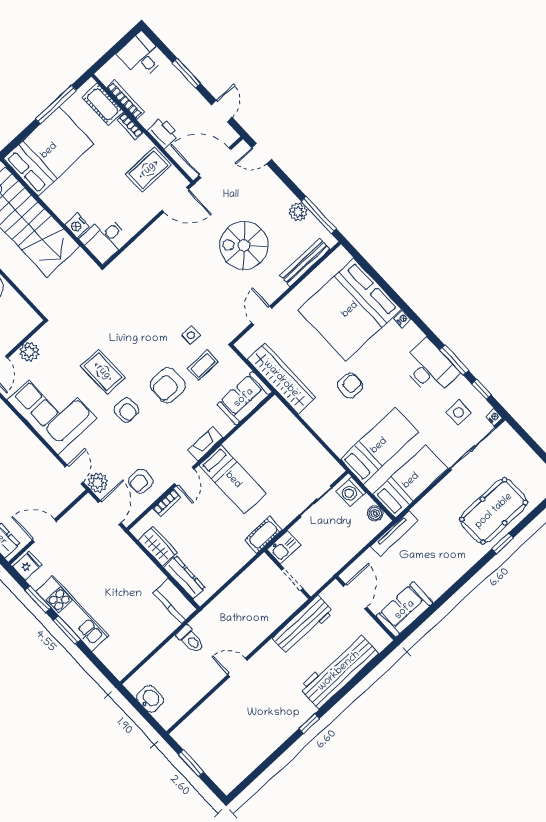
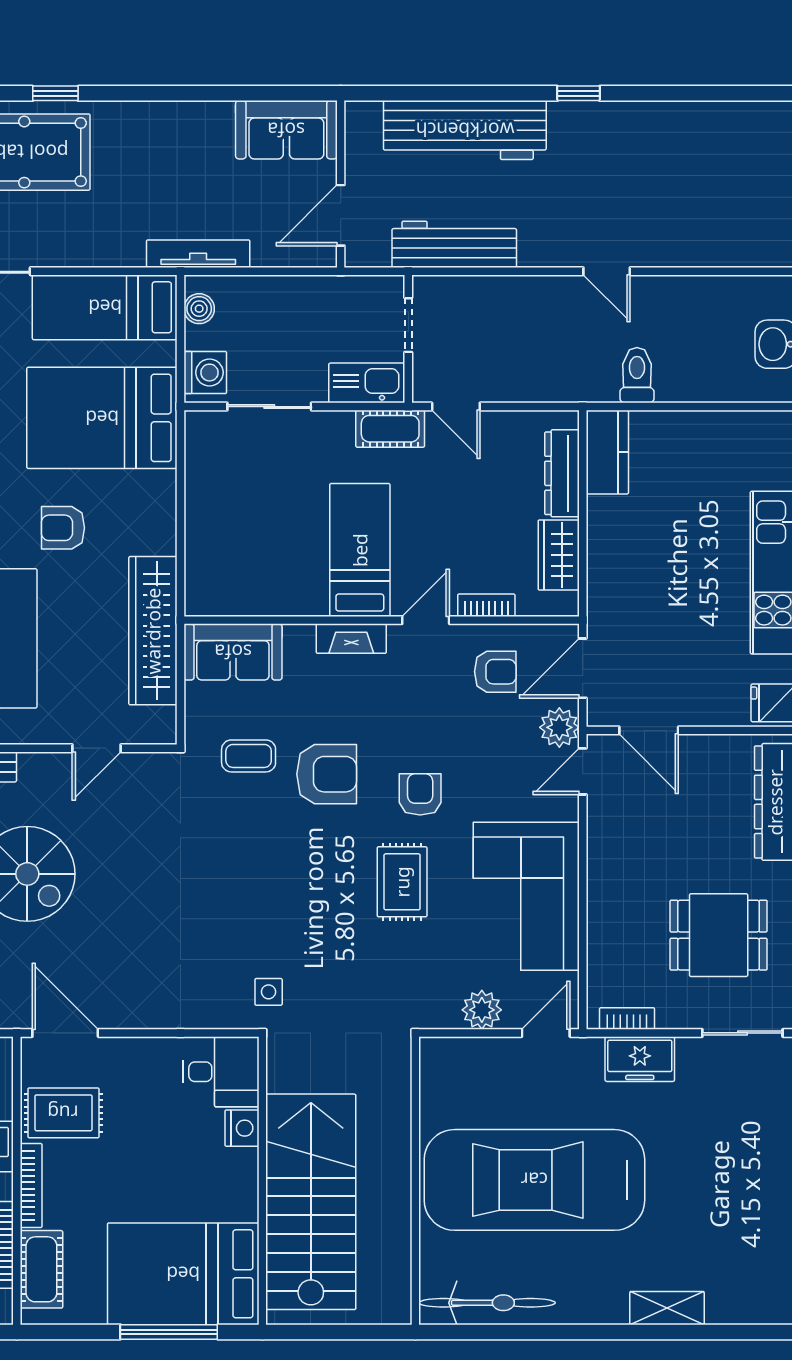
window: (56, 104) -> (169, 1332), moved
bookcase: (130, 126) -> (31, 1186), width x1.56
side table: (191, 335) -> (269, 992), moved
bed: (379, 446) -> (102, 418), width x1.50
door: (44, 531) -> (649, 730), moved
kitchen sink: (284, 547) -> (367, 383), width x1.38
door: (247, 566) -> (456, 407), added

